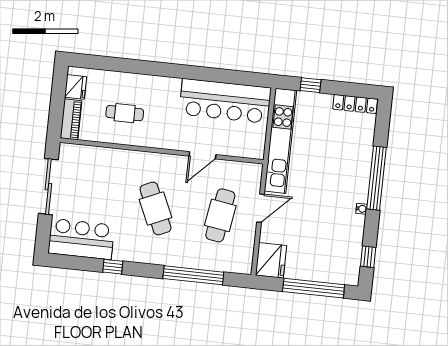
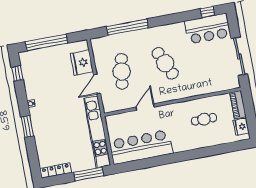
window: (310, 85) -> (89, 174), width x2.17
window: (377, 178) -> (27, 127), width x0.47
fridge: (271, 260) -> (82, 63), moved
window: (113, 267) -> (207, 12), moved

